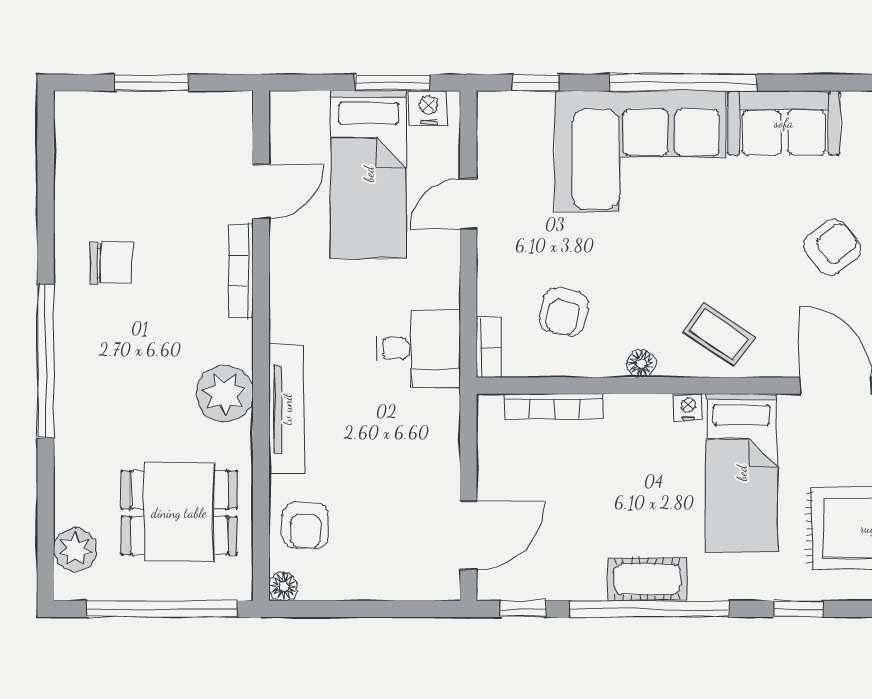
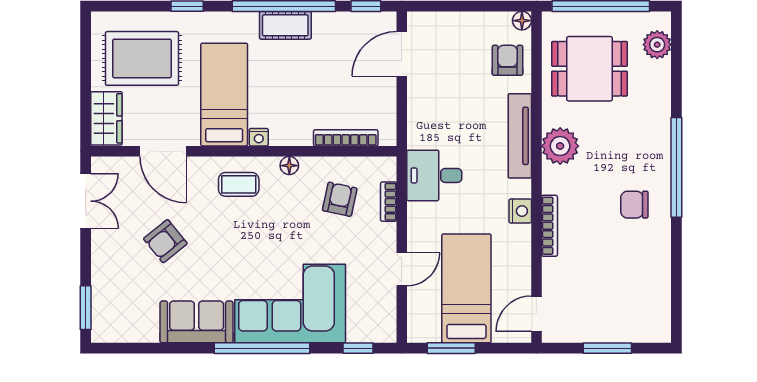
nightstand: (428, 108) -> (520, 211), moved, turned -90
door: (261, 192) -> (536, 314), moved
chair: (111, 263) -> (634, 205), moved
coffee table: (719, 335) -> (239, 184), turned -35
bookcase: (488, 347) -> (389, 202), moved

